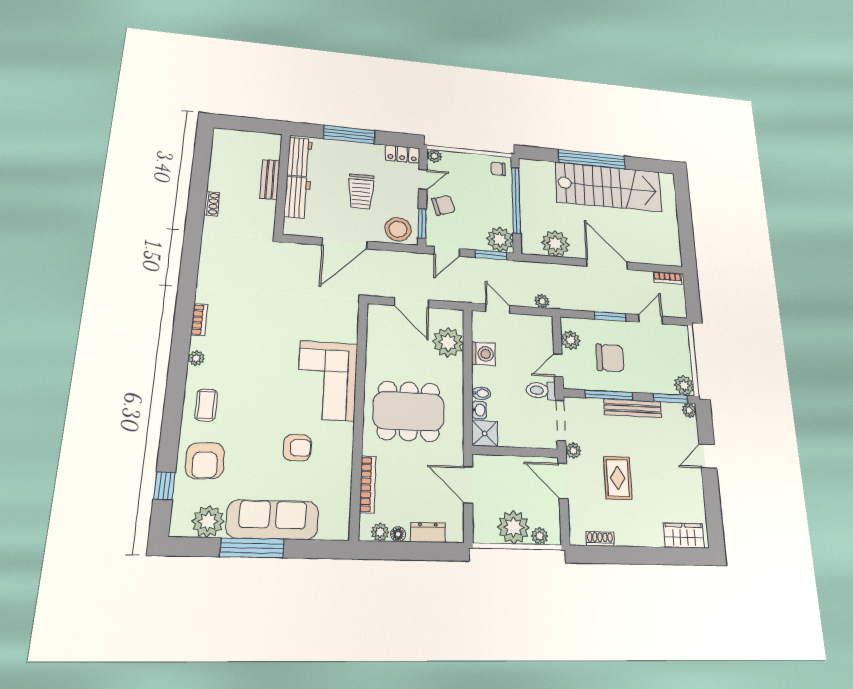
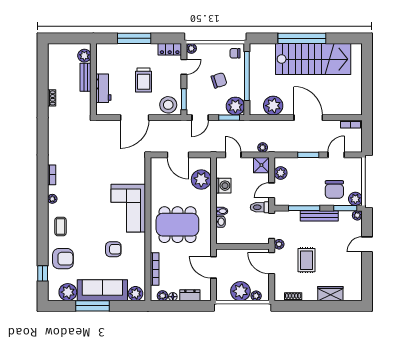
plant: (271, 150) -> (84, 56), added
workbench: (300, 157) -> (103, 59), removed
chair: (443, 205) -> (219, 80), moved
chair: (610, 358) -> (334, 189), moved, turned 90
shower: (485, 433) -> (261, 165), moved
armchair: (205, 461) -> (63, 259), turned -88
plant: (332, 527) -> (136, 294), added
wardrobe: (684, 535) -> (330, 294), moved

